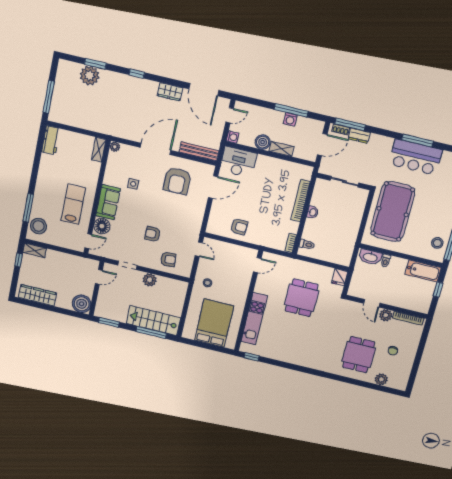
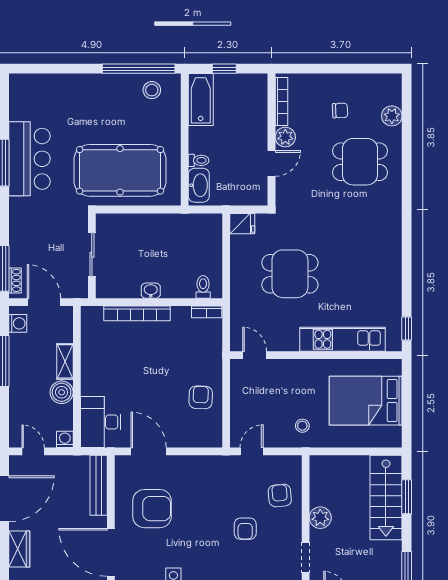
washing machine: (290, 119) -> (18, 323), moved
dresser: (359, 136) -> (18, 251), removed
window: (151, 332) -> (407, 497), width x0.69

